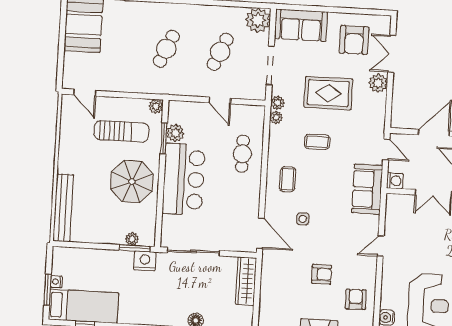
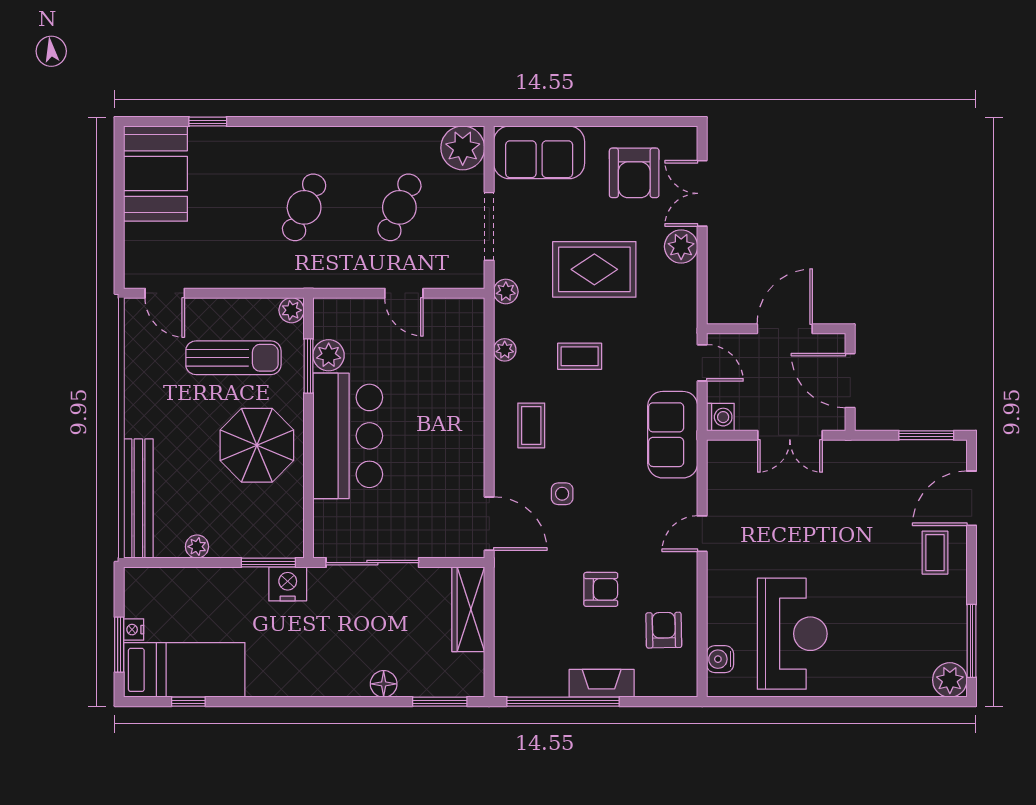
plant: (276, 117) -> (505, 350), moved
cafe table: (242, 154) -> (449, 385), removed
plant: (132, 239) -> (197, 547), moved

